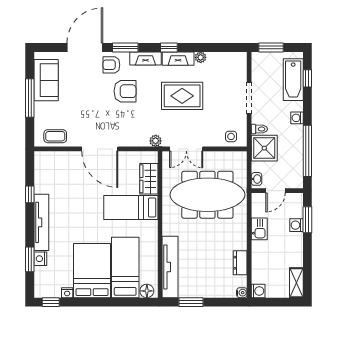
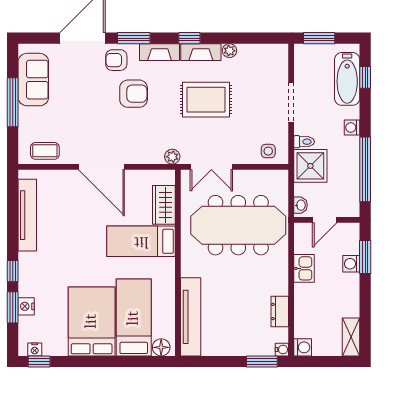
window: (30, 194) -> (13, 271), moved
tv unit: (41, 222) -> (27, 215), moved
nightstand: (67, 293) -> (35, 350), moved
window: (191, 302) -> (262, 362), moved

